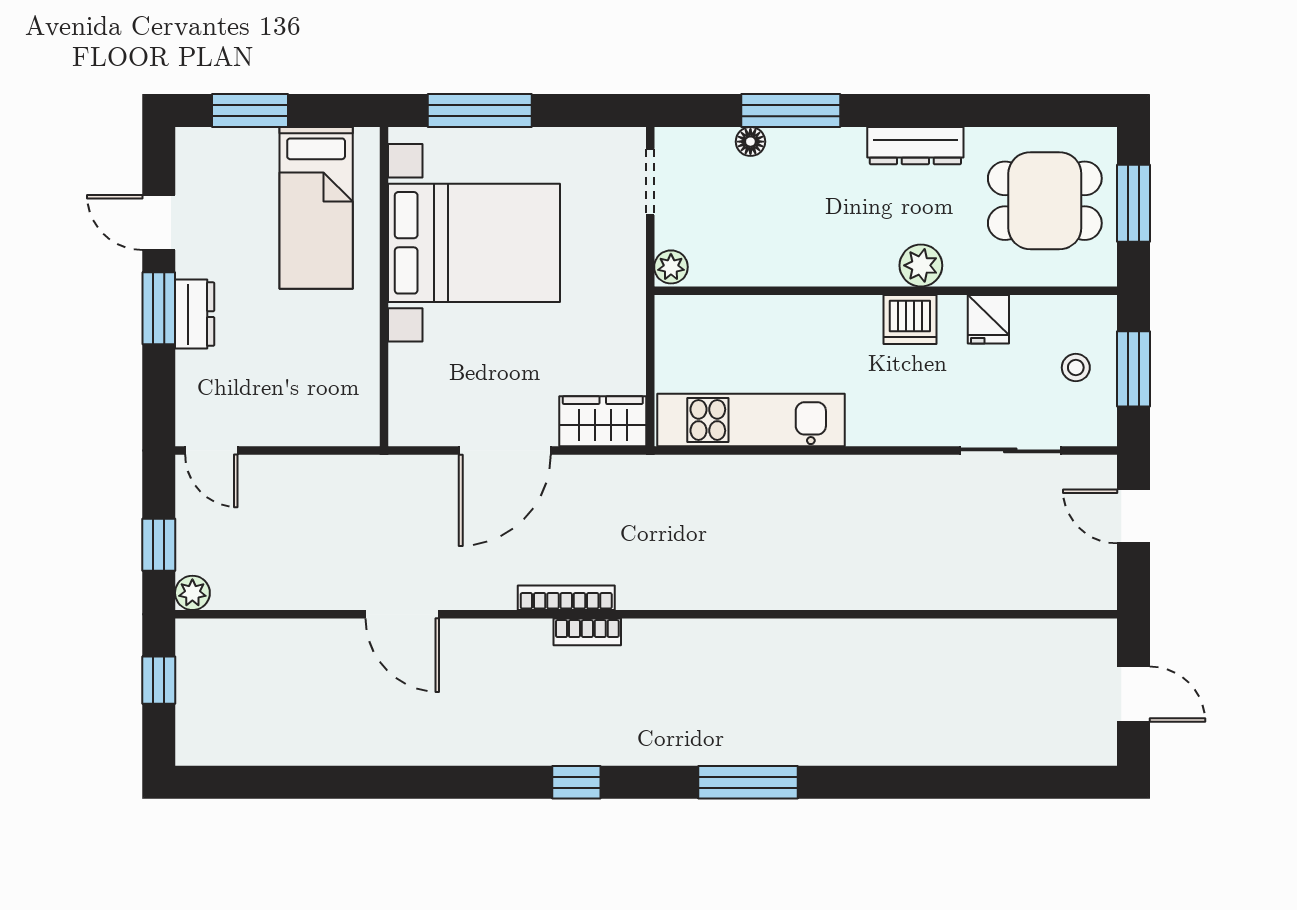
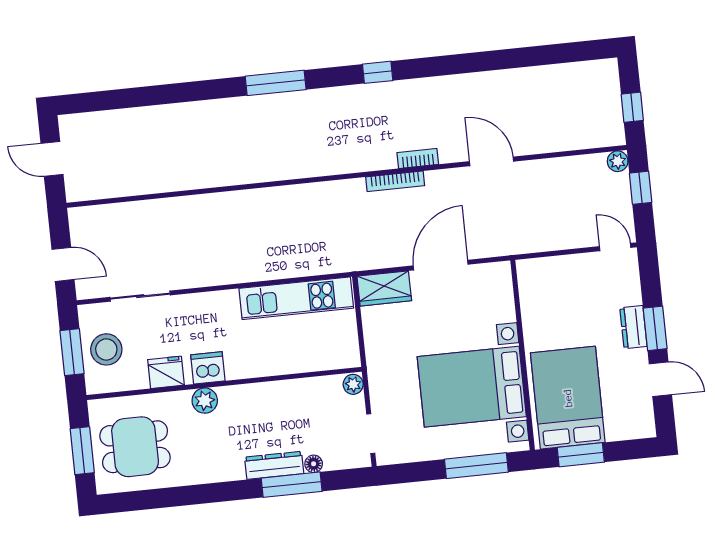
window: (250, 111) -> (581, 455), moved
dresser: (915, 146) -> (274, 465), moved
bed: (316, 208) -> (568, 398), width x1.50
fridge: (988, 319) -> (166, 372), width x1.38
stool: (1076, 368) -> (106, 349), width x1.89, depth x1.89
bookcase: (587, 632) -> (418, 158), moved

